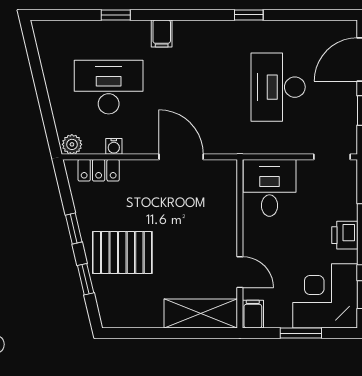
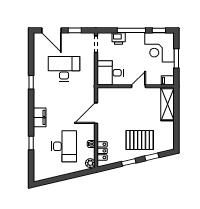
filing cabinet: (162, 34) -> (40, 117), width x2.00
desk: (109, 87) -> (64, 146), turned 180
desk: (278, 87) -> (64, 69), turned 180
printer: (345, 235) -> (119, 38), moved
pallet: (122, 252) -> (140, 140), turned 90
door: (240, 272) -> (138, 86), moved

